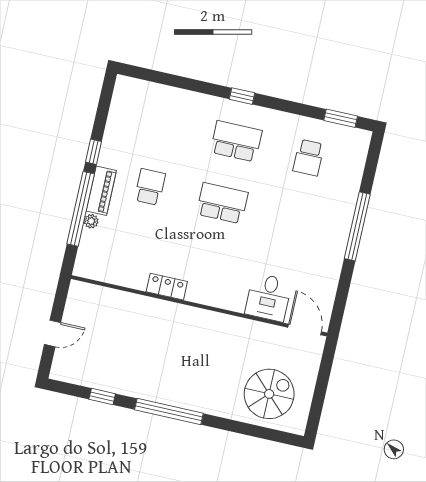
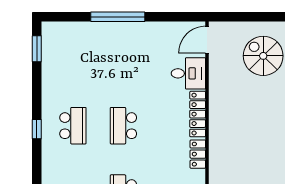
school desk: (236, 141) -> (73, 126), turned 180
school desk: (308, 158) -> (73, 67), removed
locker: (216, 297) -> (198, 114), added

